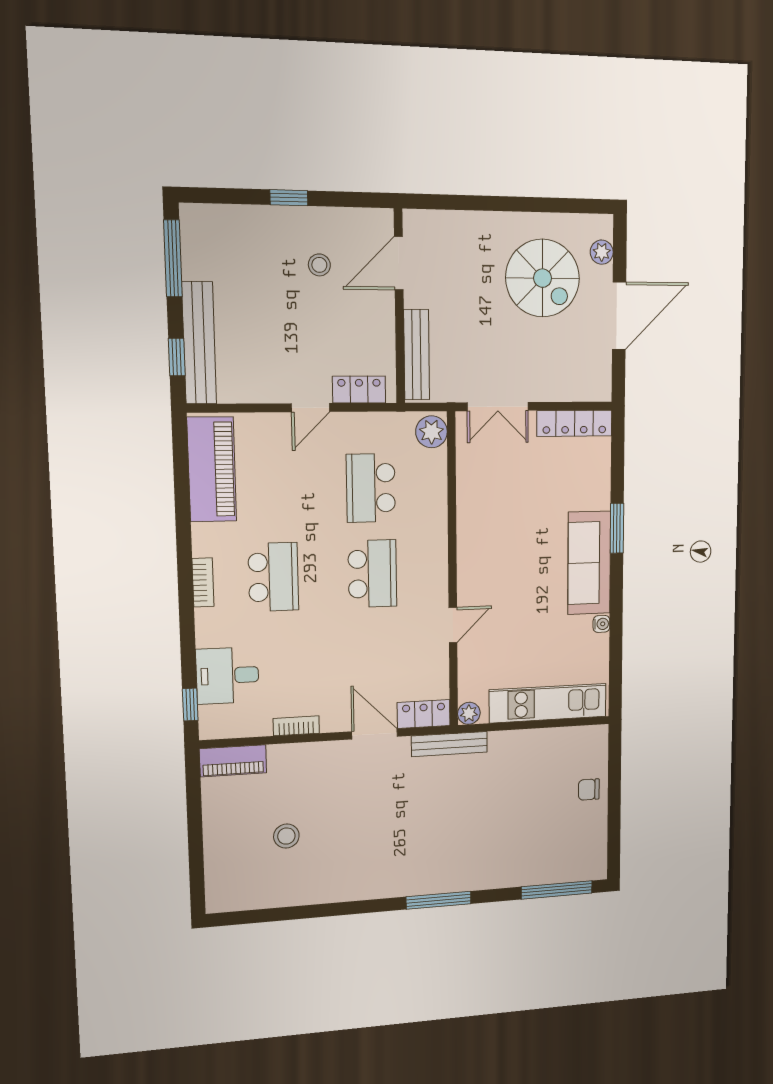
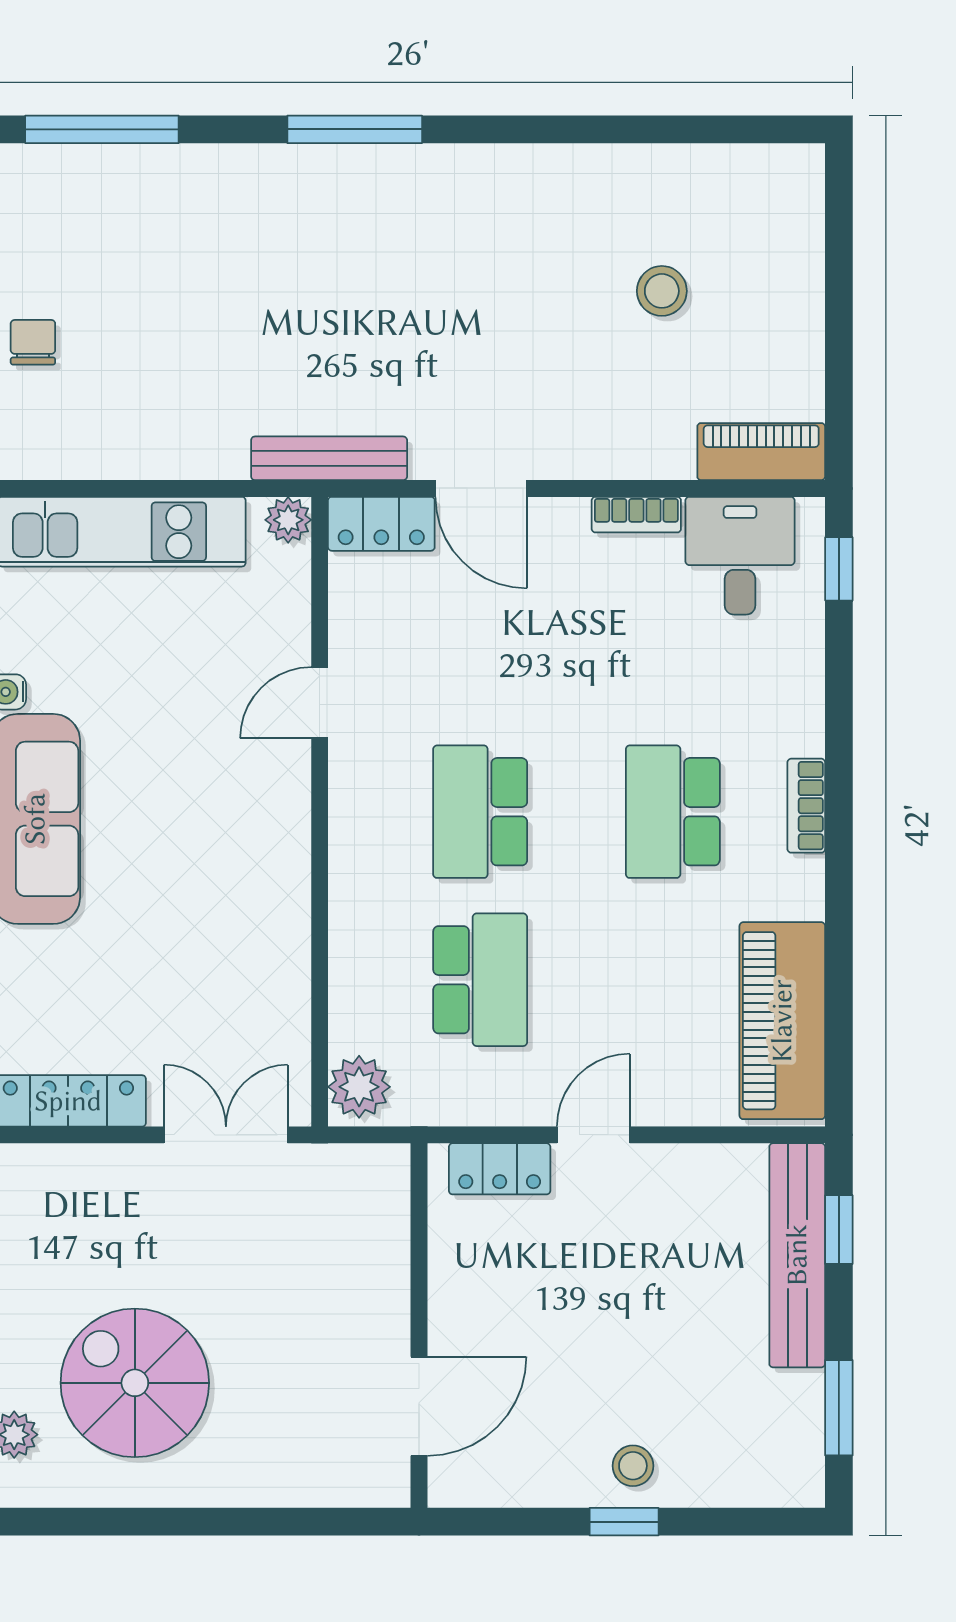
window: (173, 258) -> (839, 1408), width x0.69
stool: (319, 265) -> (633, 1466), moved
bench: (417, 355) -> (387, 1235), removed
desk: (228, 676) -> (740, 556), moved, turned -90
chair: (589, 790) -> (33, 342), turned -90

